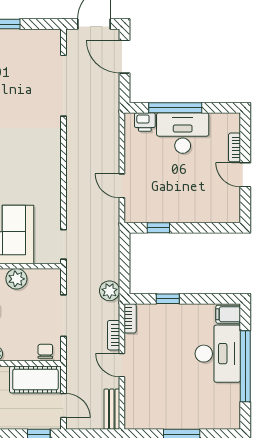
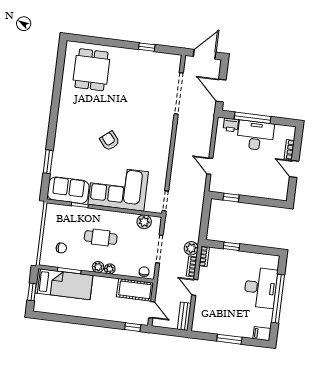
door: (124, 57) -> (221, 91), moved
plant: (16, 279) -> (144, 222), moved
plant: (110, 291) -> (191, 248), moved
filing cabinet: (228, 314) -> (262, 334), moved

